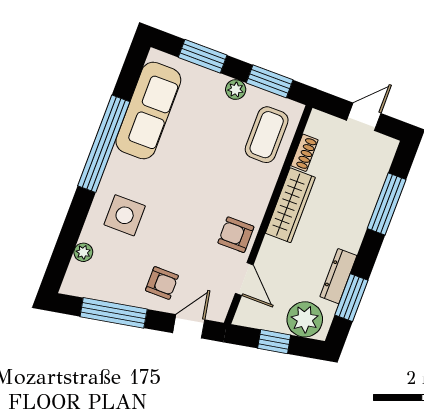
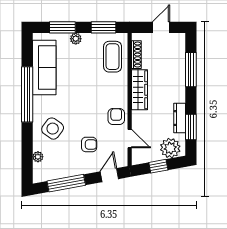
plant: (236, 90) -> (76, 39), moved
shoe rack: (304, 153) -> (136, 55), width x1.43
side table: (125, 215) -> (53, 129), turned 36
armchair: (236, 235) -> (116, 117), turned 90
armchair: (162, 283) -> (89, 144), moved

